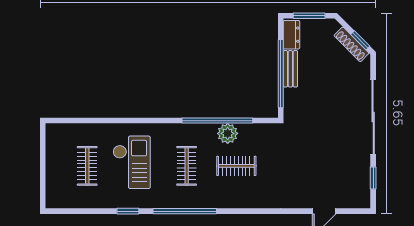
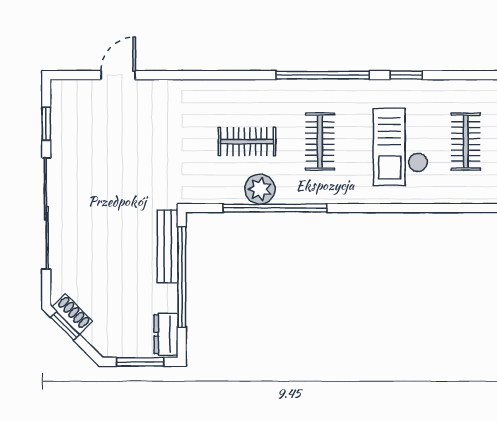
shoe rack: (352, 44) -> (72, 314), width x0.70
bench: (290, 69) -> (168, 246), moved, width x1.36

